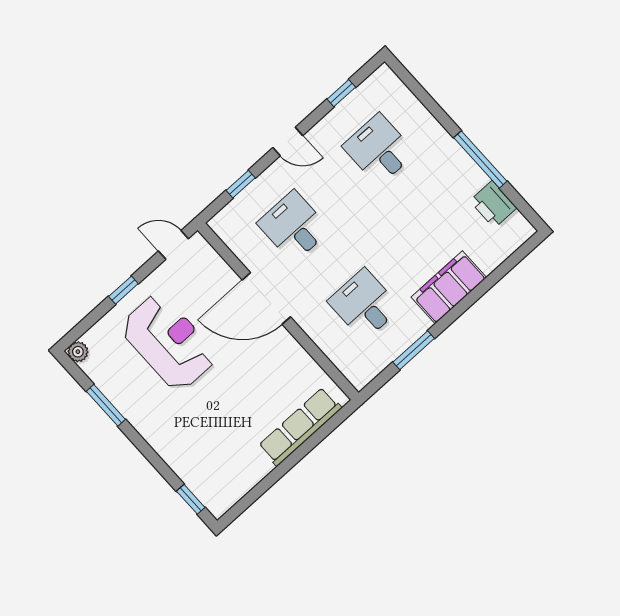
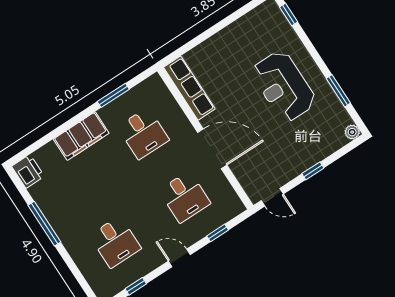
printer: (493, 204) -> (28, 171), moved
reception desk: (169, 342) -> (284, 86), moved
row of seats: (300, 427) -> (189, 88), moved, turned -90

